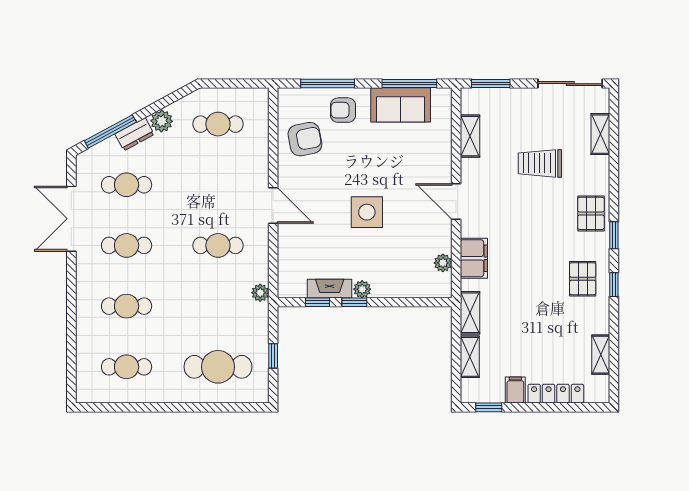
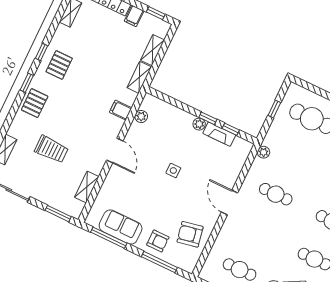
side table: (367, 212) -> (173, 171), width x0.54, depth x0.54
filing cabinet: (474, 258) -> (121, 110), width x0.50

